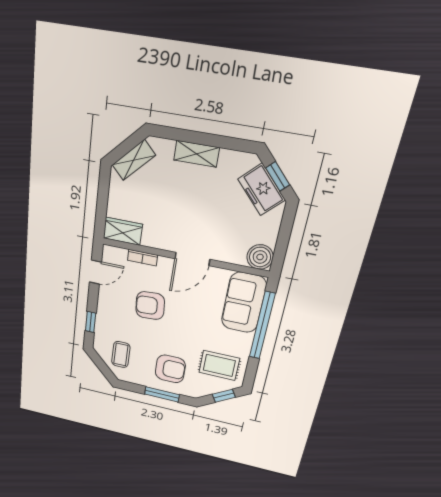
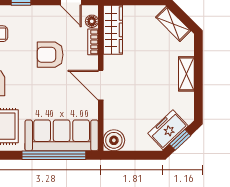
wardrobe: (123, 231) -> (113, 30), width x1.50
floor lamp: (120, 254) -> (92, 21), added
sofa: (244, 303) -> (62, 135), width x1.36
armchair: (150, 306) -> (50, 55), turned -86

